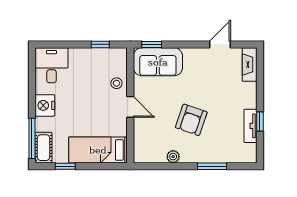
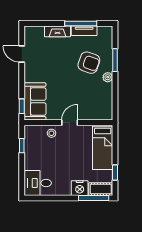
fireplace: (250, 64) -> (57, 31), moved
nightstand: (45, 105) -> (80, 188), moved
armchair: (191, 120) -> (89, 63), moved
window: (260, 122) -> (81, 23), width x2.17
plant: (173, 157) -> (108, 77), moved

